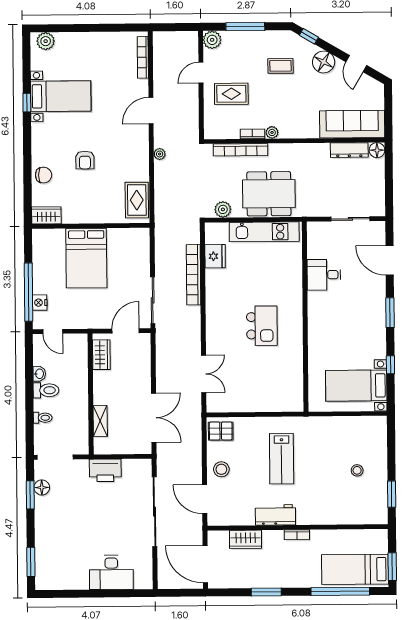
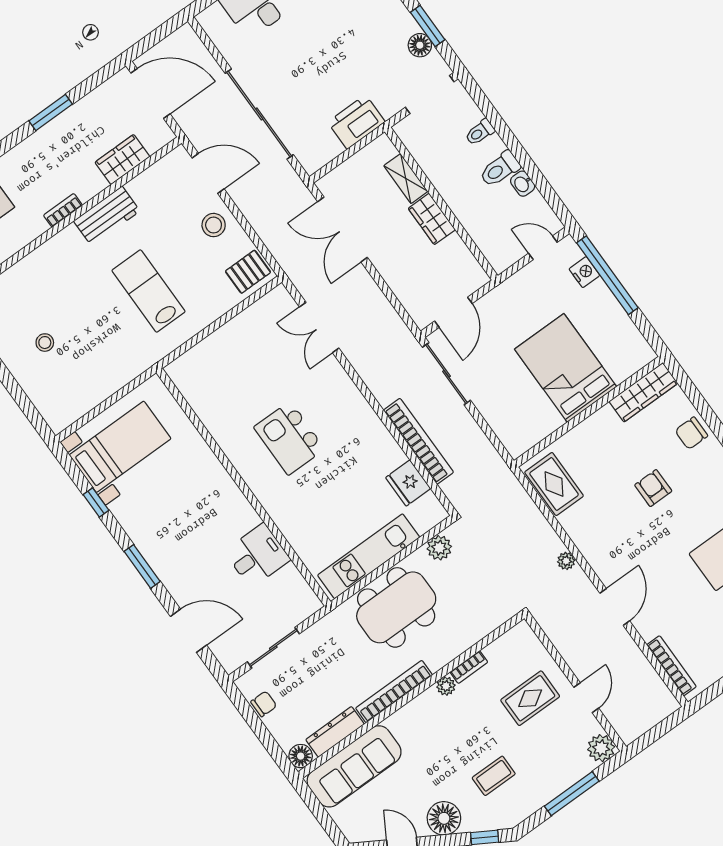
bookcase: (241, 150) -> (394, 692), moved
chair: (377, 192) -> (264, 704), added
wardrobe: (46, 215) -> (643, 392), width x1.50
wardrobe: (101, 355) -> (432, 219), moved

